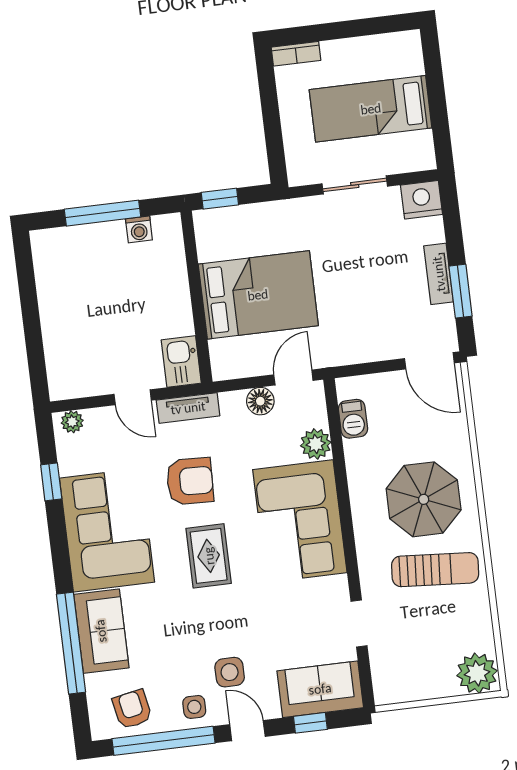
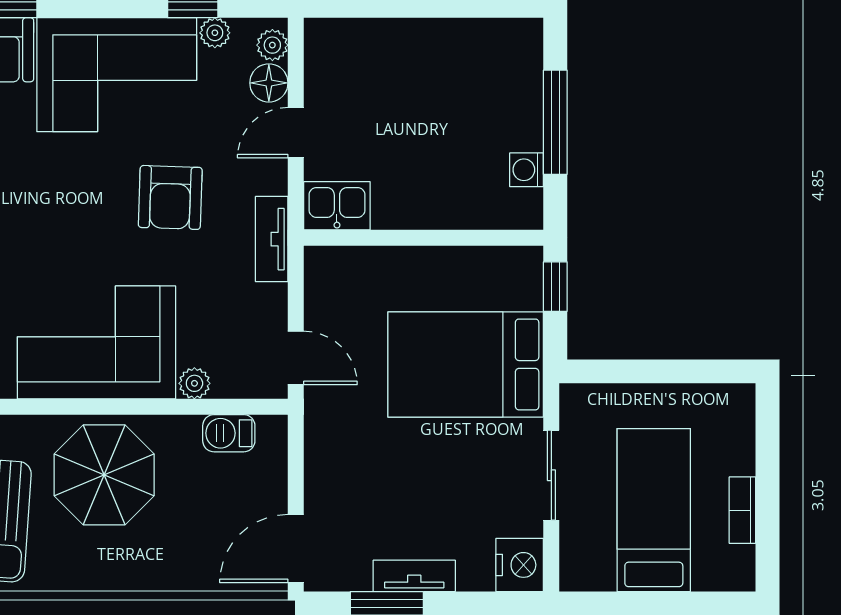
bookcase: (296, 54) -> (742, 510), moved
bed: (258, 295) -> (466, 364), moved, turned 90
floor lamp: (260, 401) -> (269, 83), moved
tv unit: (188, 408) -> (272, 239), moved
plant: (316, 444) -> (194, 383), width x0.73, depth x0.73
plant: (68, 464) -> (215, 33), added
parasol: (424, 499) -> (104, 475), moved
rug: (209, 556) -> (64, 211), removed

